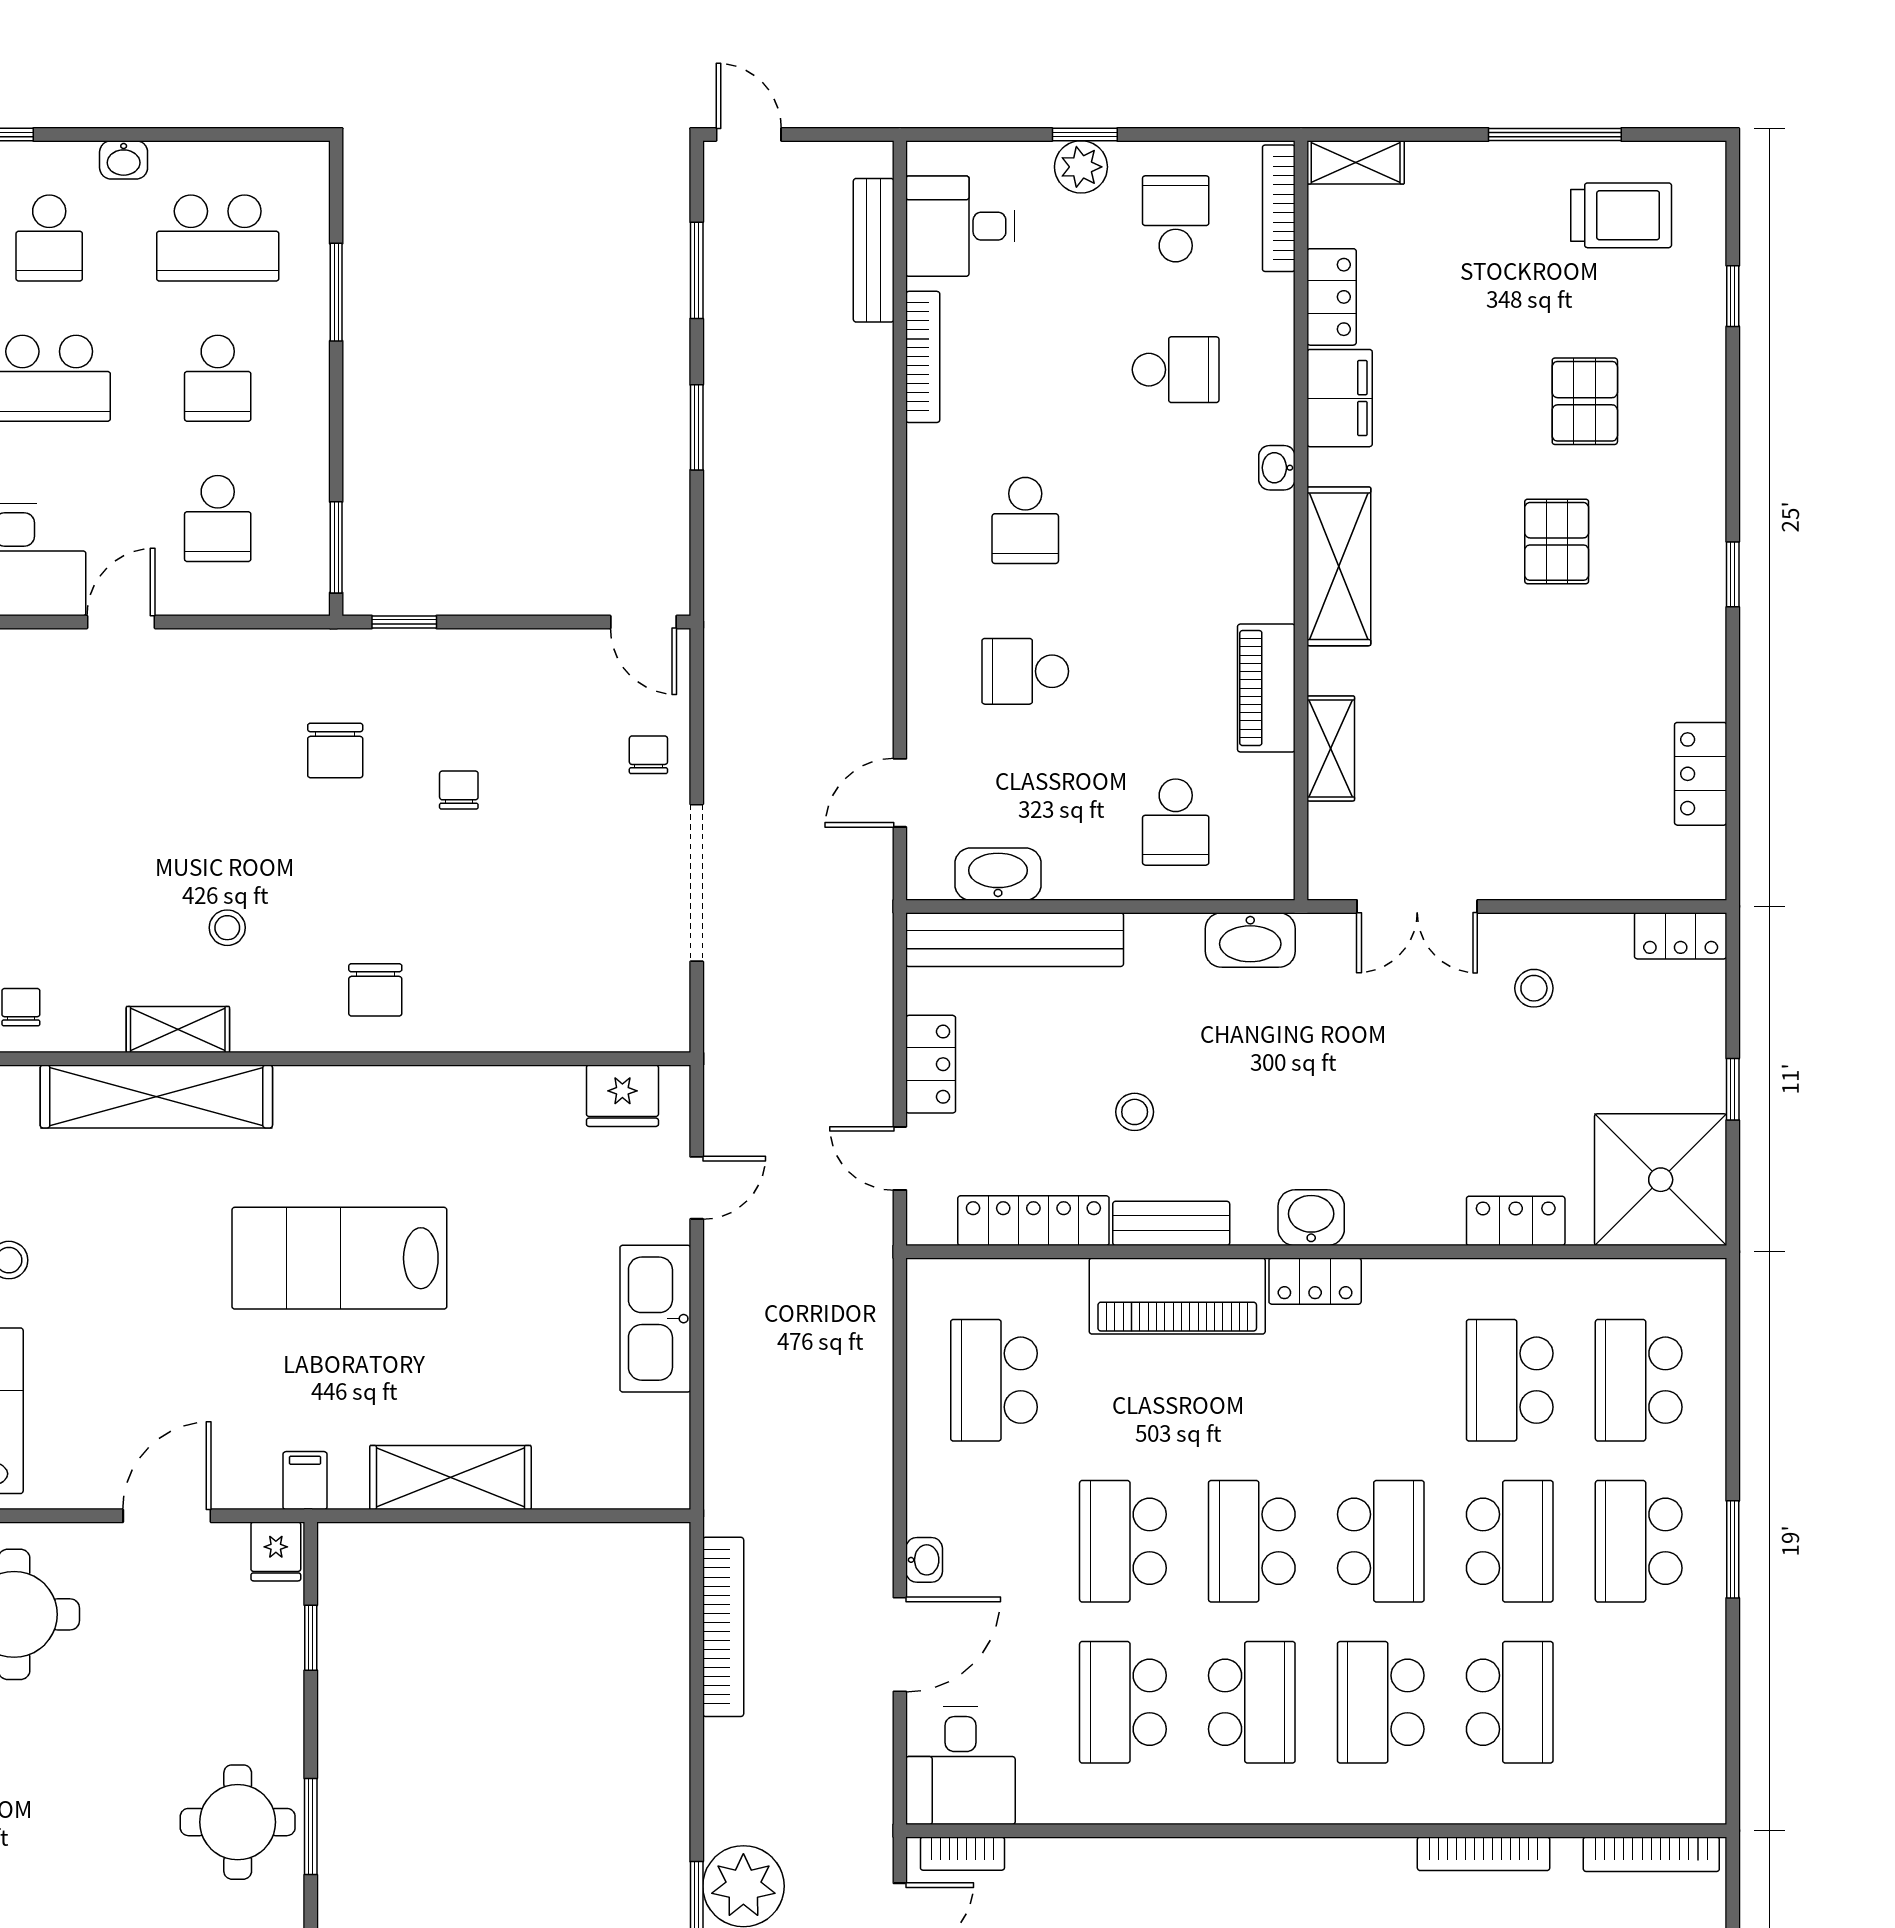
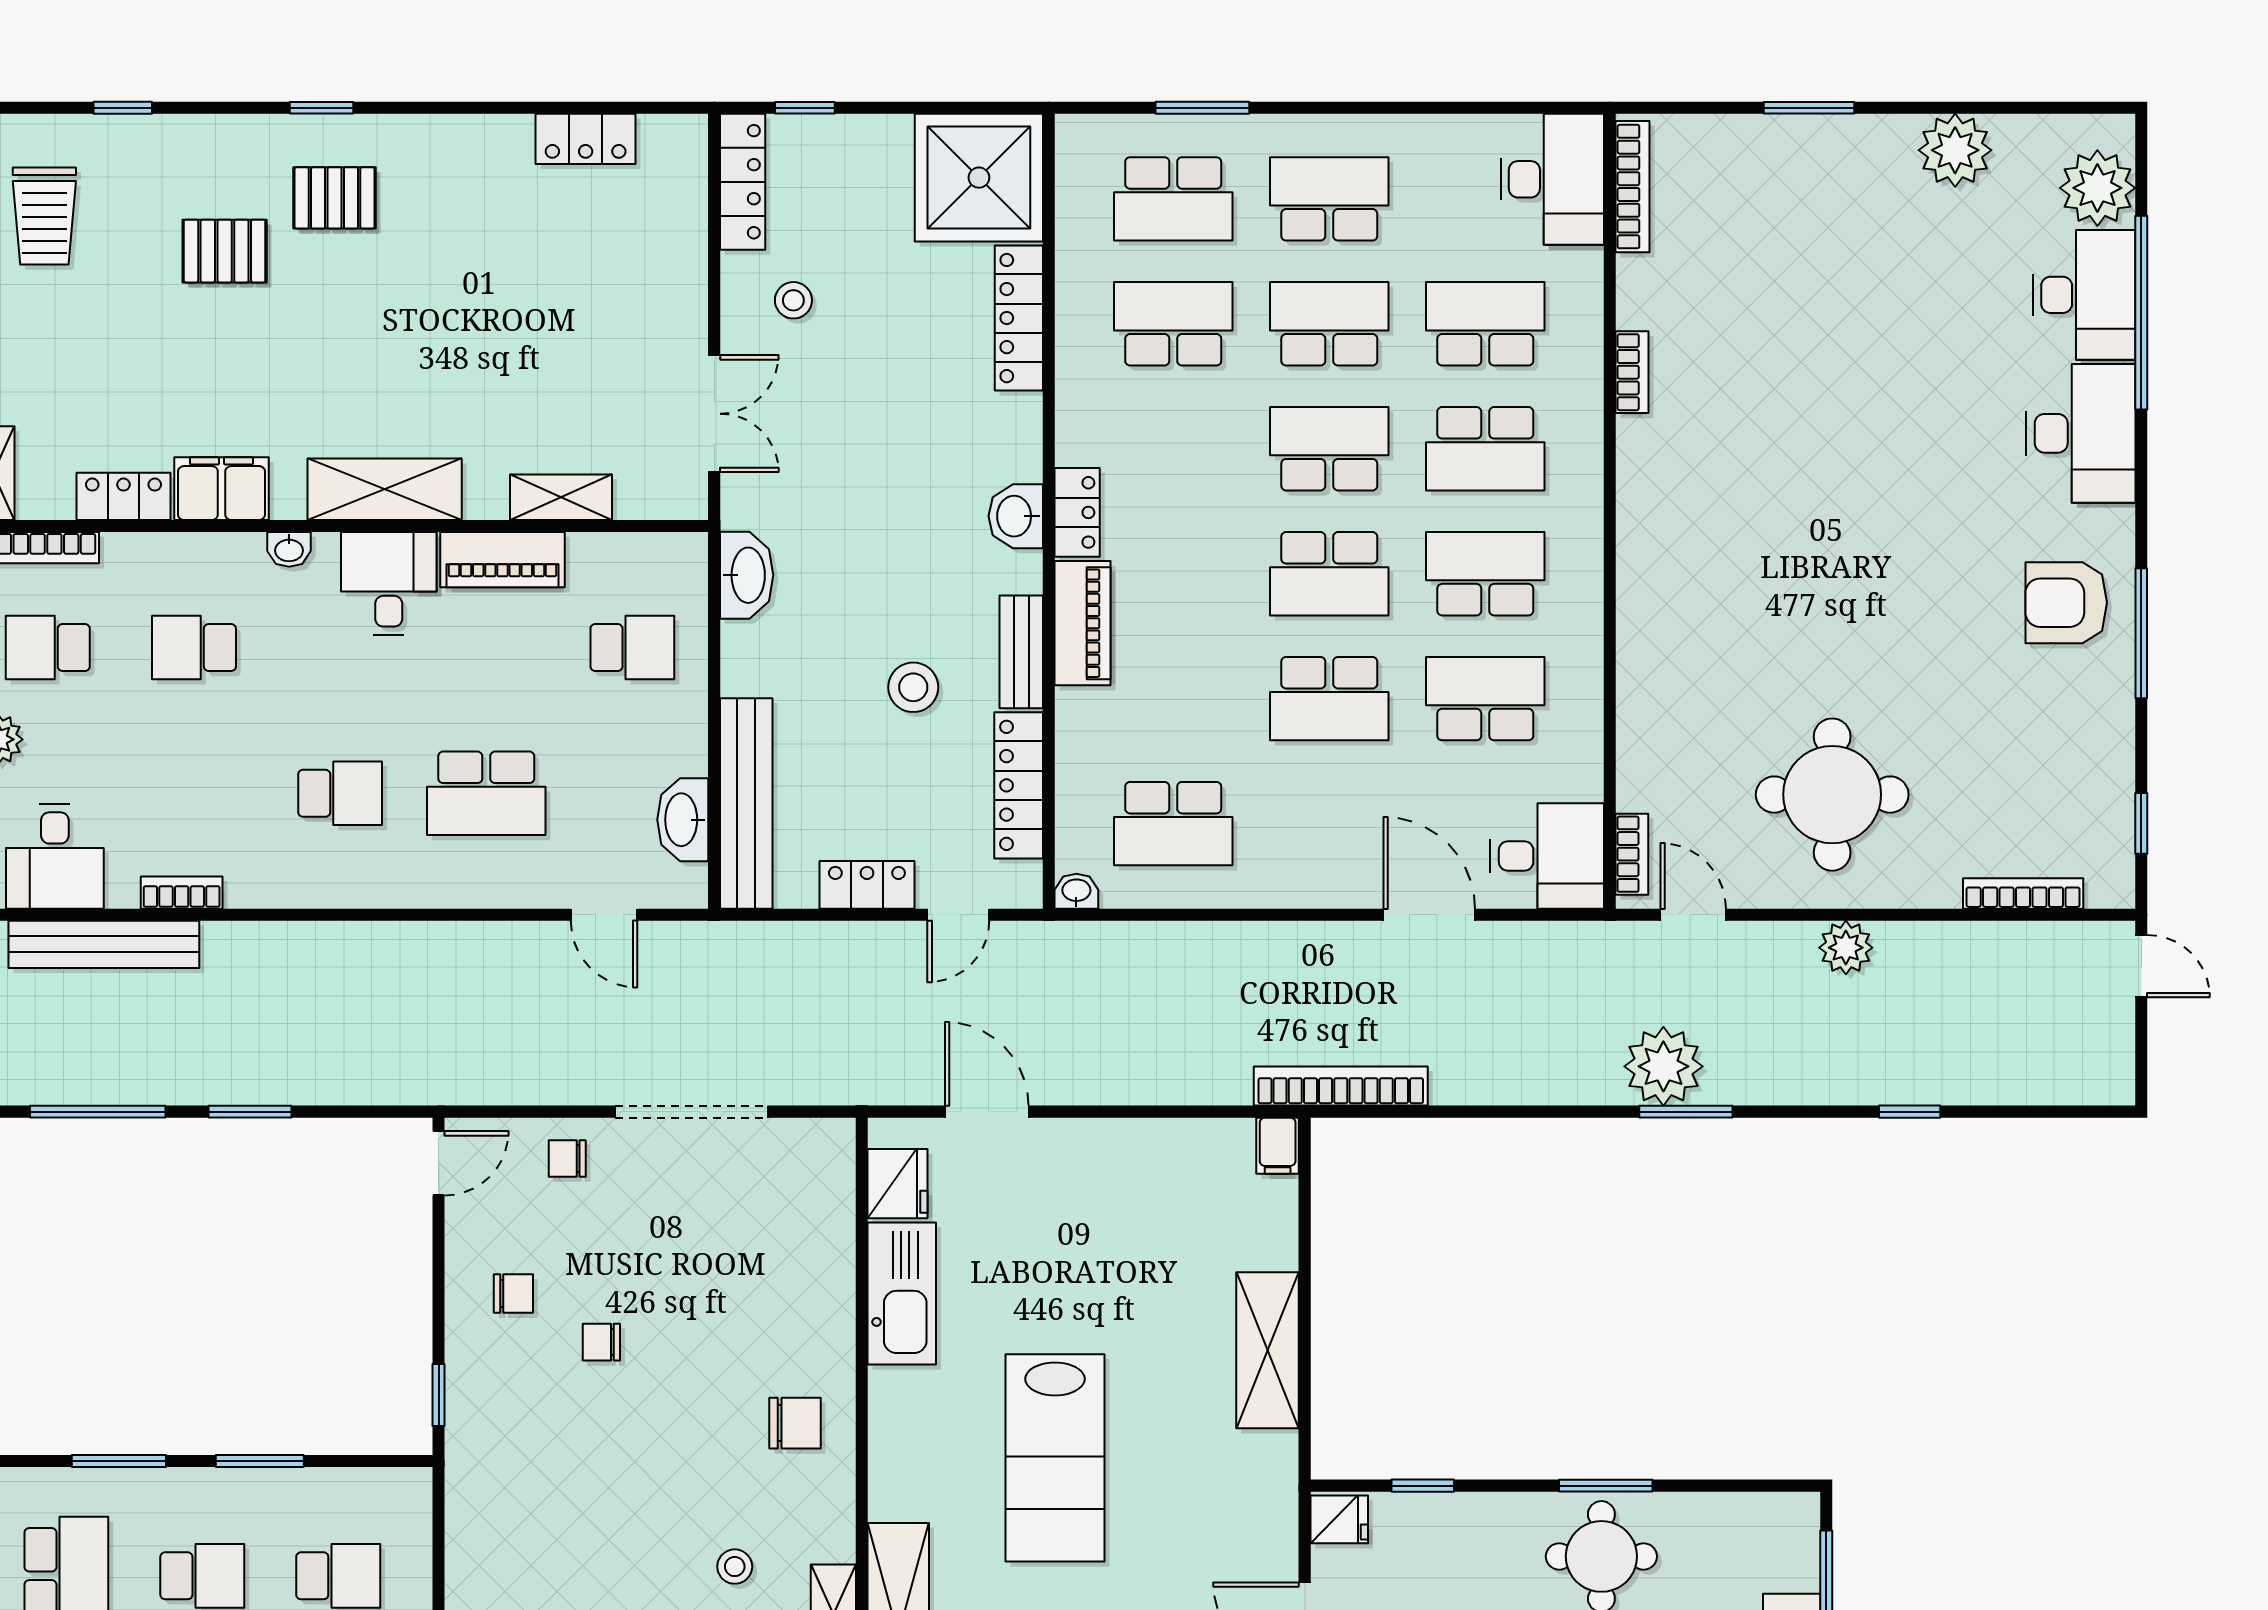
trolley: (1621, 215) -> (44, 216), turned 180
bench: (874, 250) -> (104, 944), width x1.37, depth x1.21
window: (697, 270) -> (98, 1112), width x1.44
bookcase: (923, 357) -> (182, 893), width x0.64
school desk: (1176, 370) -> (194, 648), turned -90
pallet: (1557, 541) -> (335, 198), moved
window: (336, 547) -> (260, 1461), moved
desk: (1242, 571) -> (389, 583), added
window: (1733, 574) -> (322, 108), moved
school desk: (1025, 671) -> (486, 793), width x1.85
chair: (335, 750) -> (513, 1294), moved, width x0.73, depth x0.73
locker: (1681, 936) -> (743, 182), width x1.53
window: (1733, 1089) -> (805, 108), moved
stool: (1135, 1112) -> (913, 687), width x1.37, depth x1.37
door: (697, 1188) -> (987, 1112), width x1.38
locker: (1516, 1221) -> (1019, 318), width x1.53
piano: (1177, 1296) -> (1083, 623), width x0.73, depth x0.75
kitchen sink: (655, 1319) -> (902, 1293), moved, turned -90
school desk: (1510, 1380) -> (1173, 324), turned 180
filing cabinet: (305, 1481) -> (1278, 1146), moved, turned -90
school desk: (1639, 1541) -> (1329, 199), turned 180
window: (1733, 1549) -> (1202, 108), moved
washbasin: (924, 1560) -> (1076, 891), moved
bookcase: (723, 1627) -> (1341, 1086), moved
school desk: (1123, 1702) -> (1485, 699), turned 180
desk: (1659, 1771) -> (1552, 179), added
bookcase: (1484, 1854) -> (1632, 372), width x0.64

